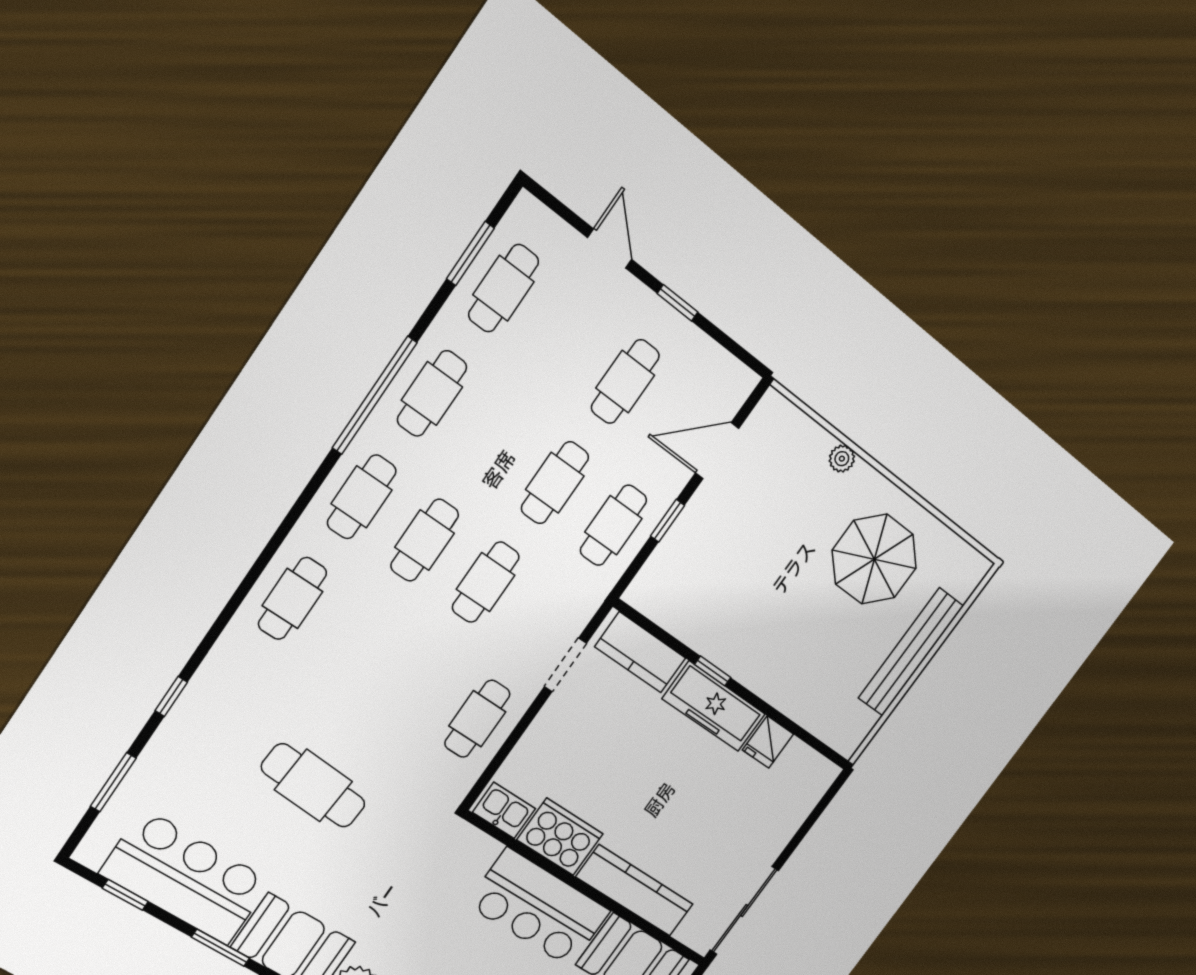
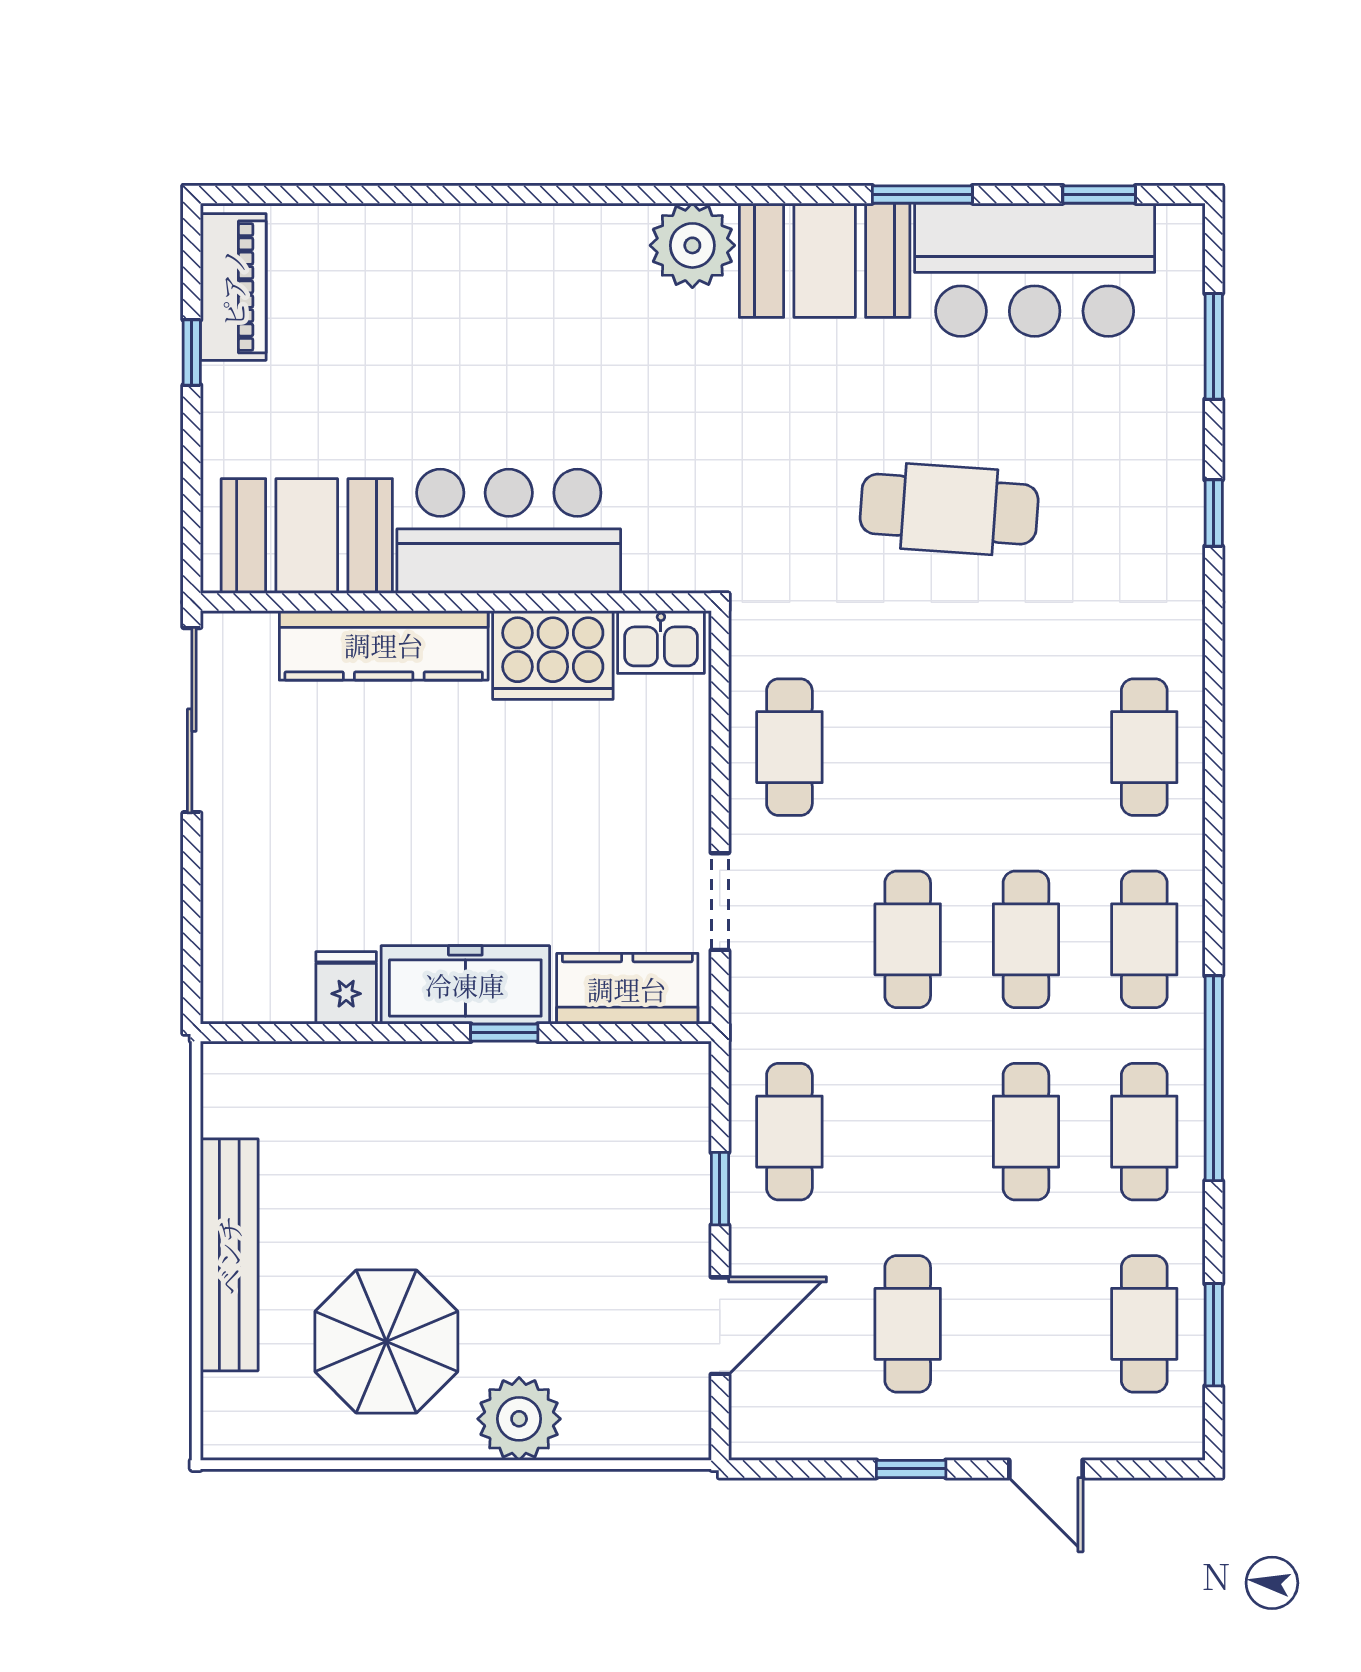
plant: (842, 459) -> (519, 1419), width x1.88, depth x1.88
cafe table: (555, 483) -> (1026, 1132), moved

